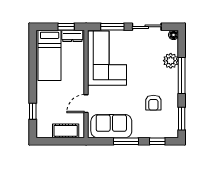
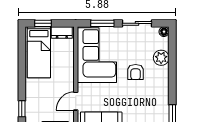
window: (66, 27) -> (43, 23), moved
window: (182, 75) -> (172, 73), removed
armchair: (153, 103) -> (136, 72), moved

